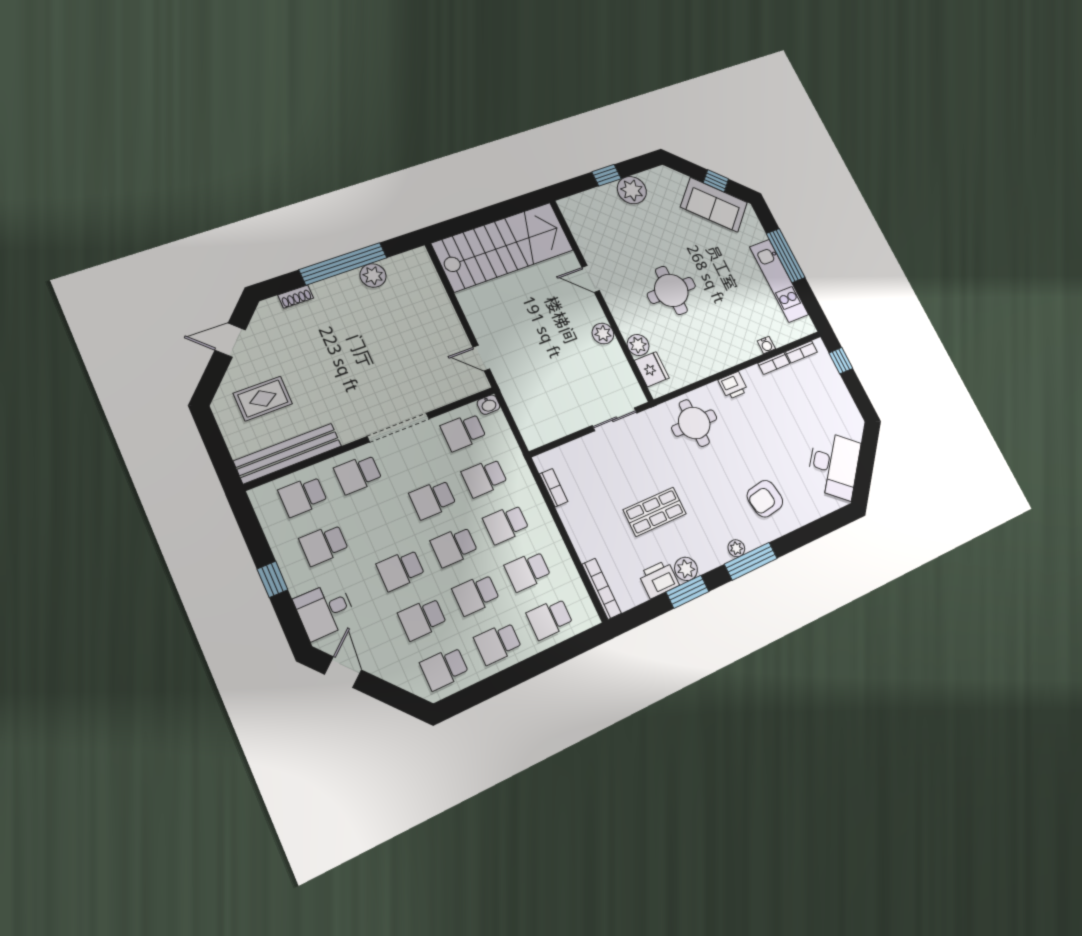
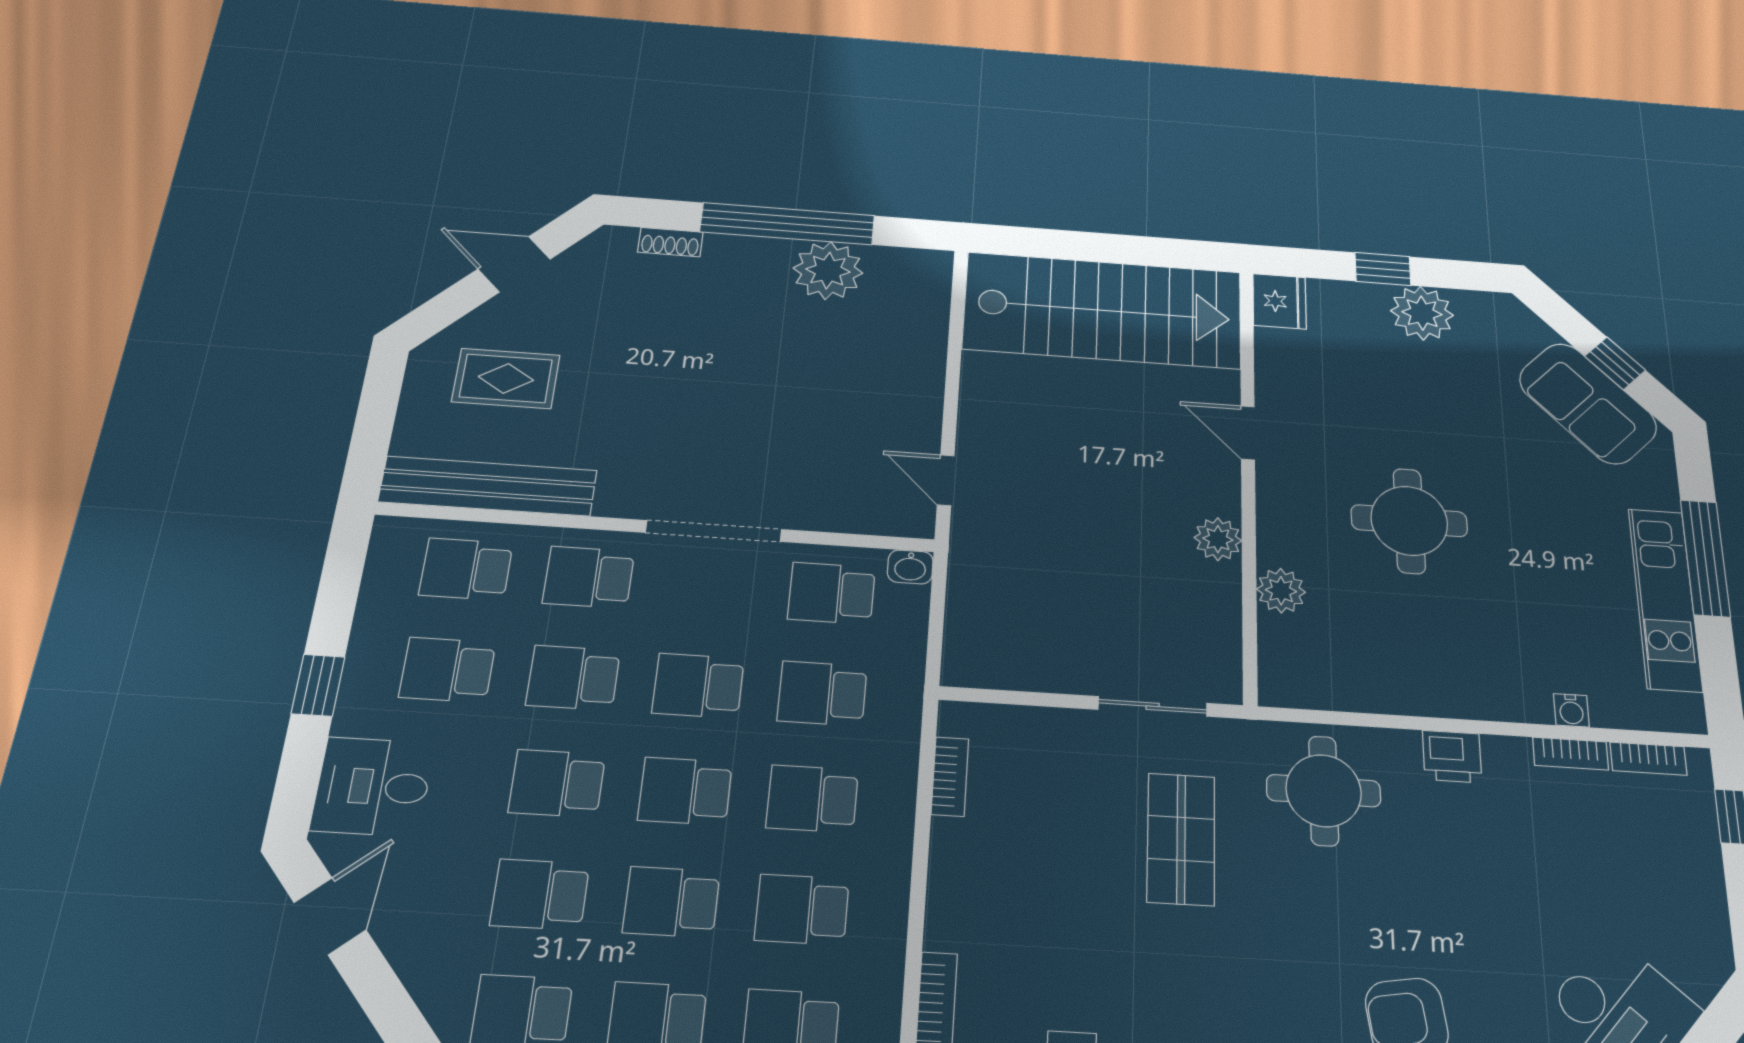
plant: (373, 276) -> (828, 271), width x1.36, depth x1.36
fridge: (652, 369) -> (1279, 301), moved
shop shelf: (655, 512) -> (1181, 839), moved, turned 90
school desk: (379, 522) -> (573, 678), added

